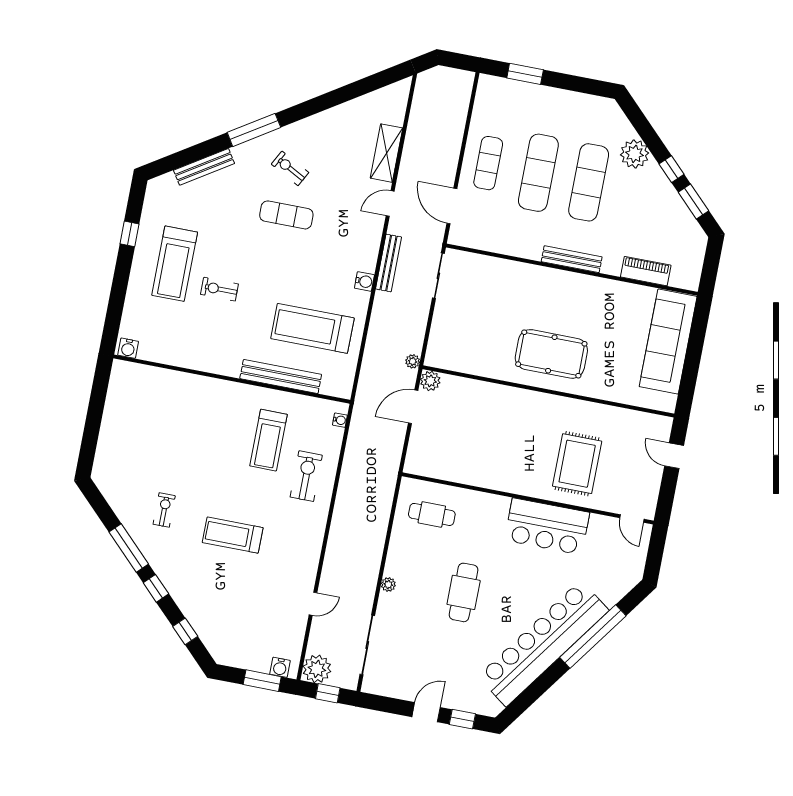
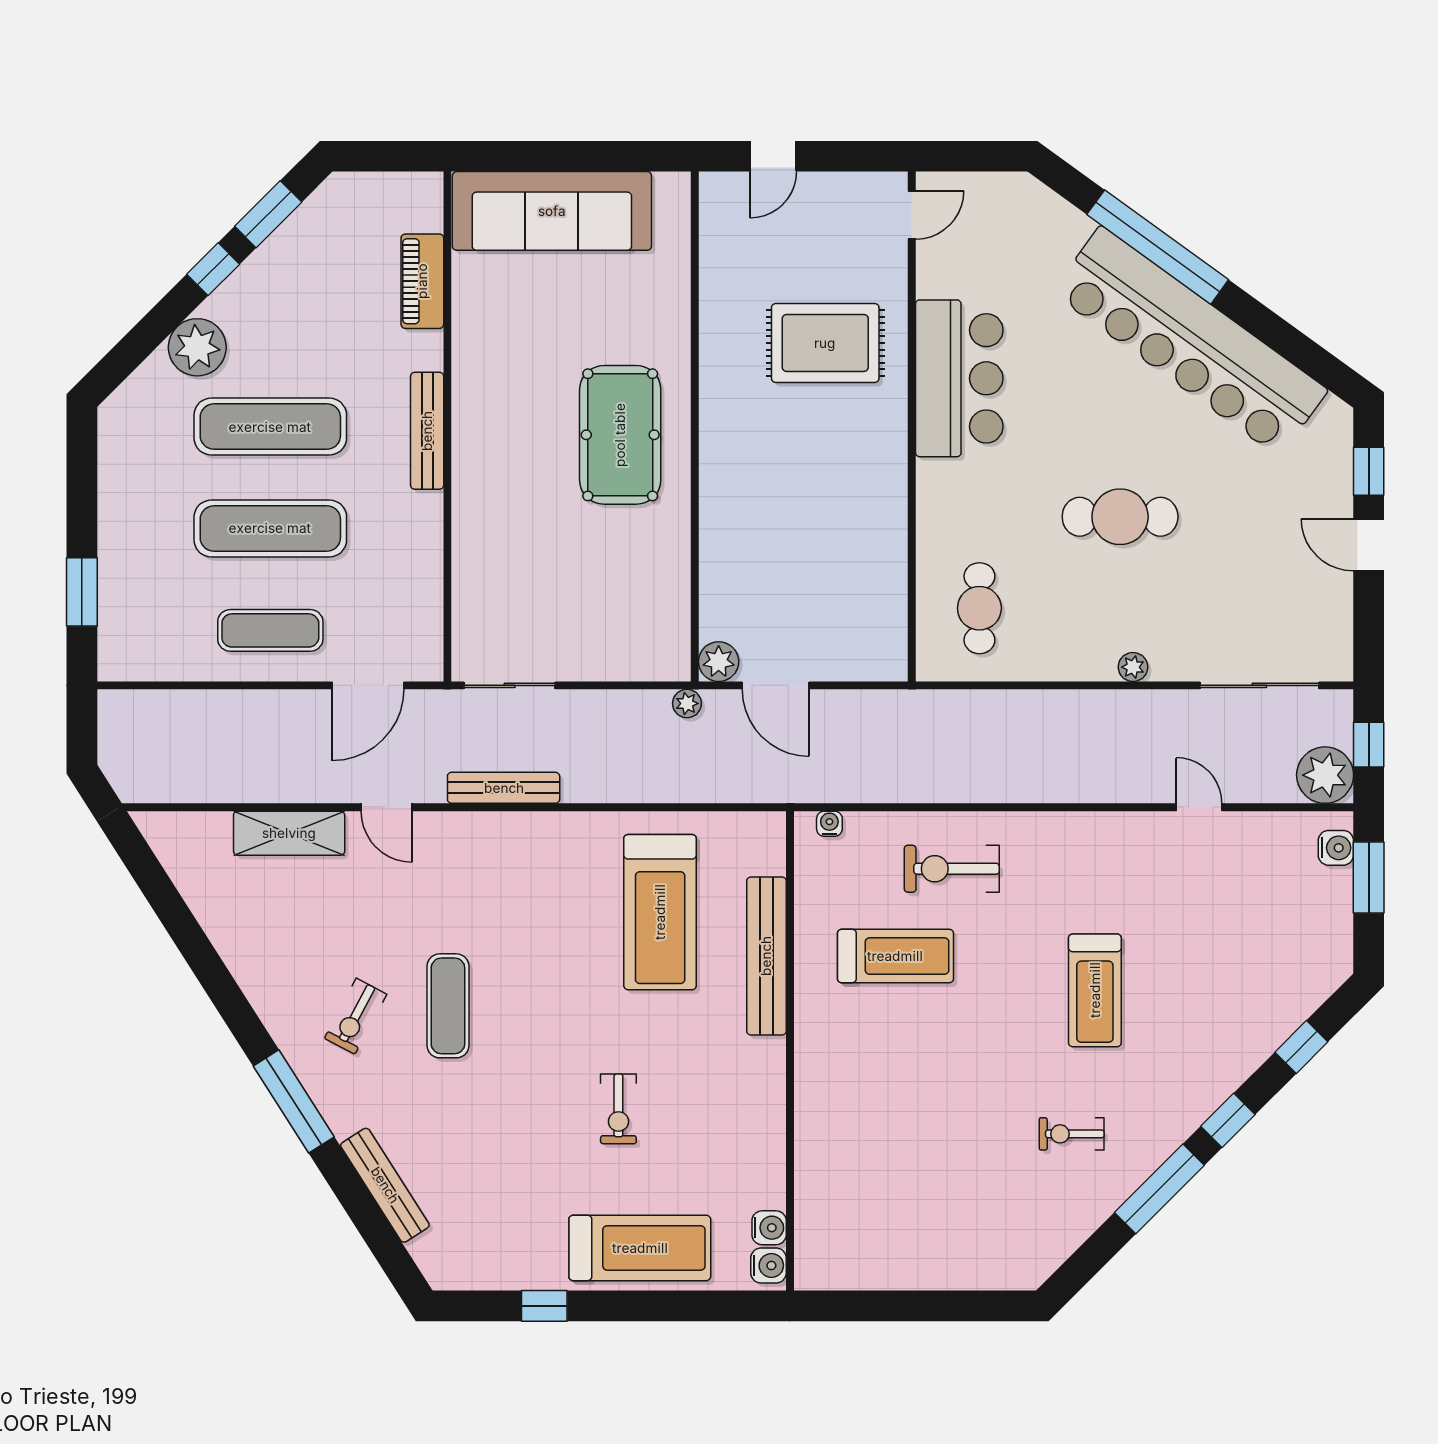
treadmill: (175, 264) -> (640, 1248), moved
water cooler: (364, 281) -> (769, 1228), moved, turned 90

